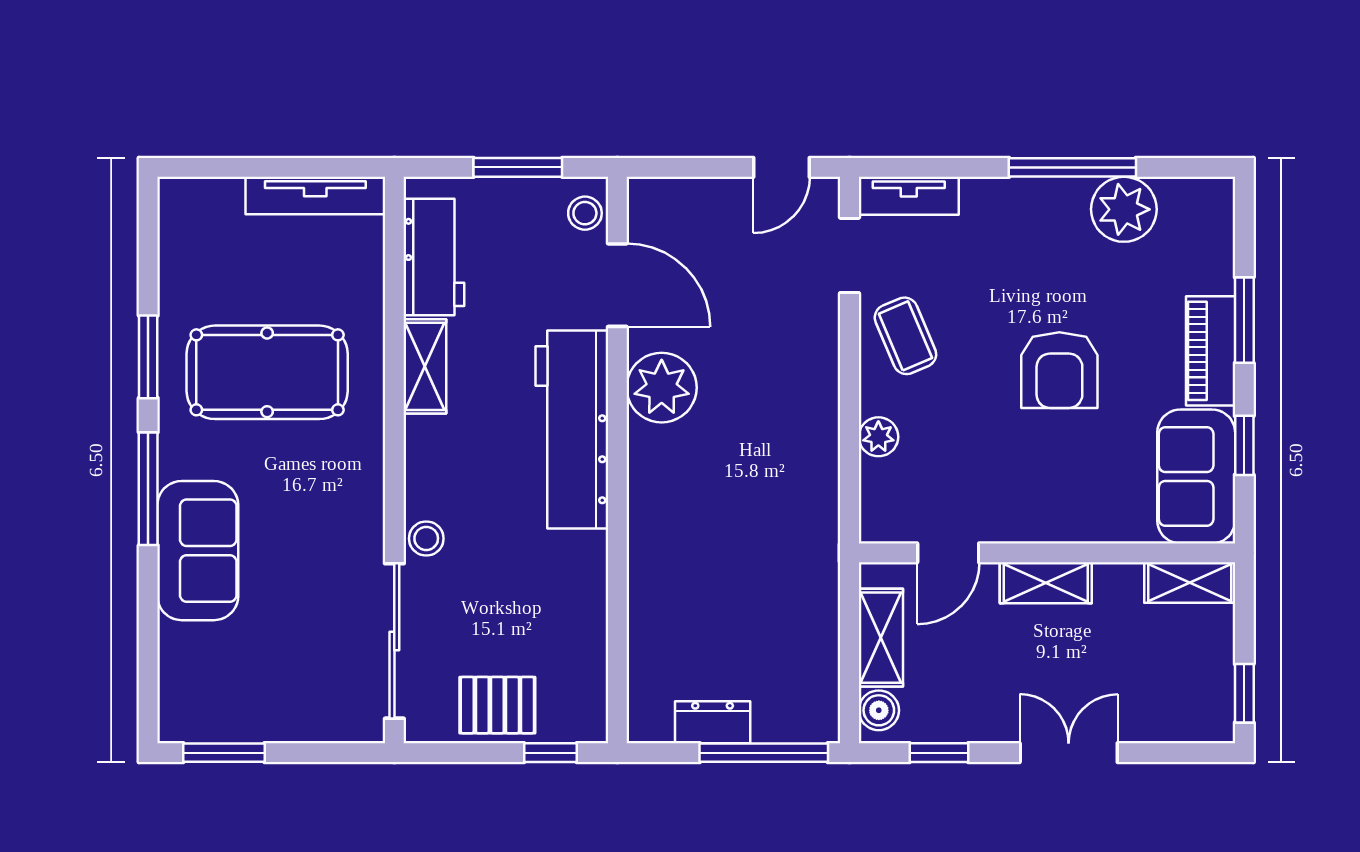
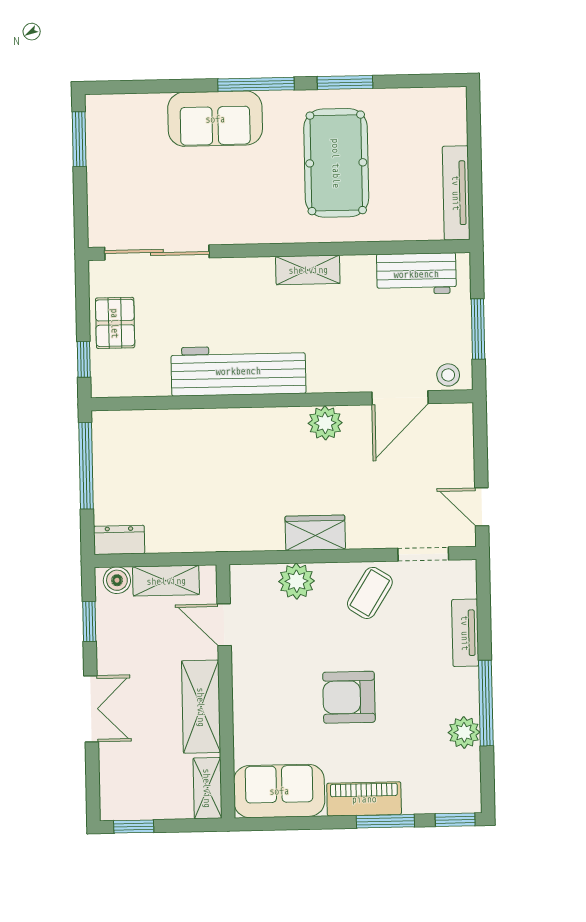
tv unit: (909, 196) -> (465, 633), moved
plant: (1124, 209) -> (464, 732), width x0.73, depth x0.73
coffee table: (905, 336) -> (370, 593), turned -35
shelving: (425, 366) -> (308, 270), moved
plant: (662, 388) -> (325, 423), width x0.73, depth x0.73
wardrobe: (815, 415) -> (315, 533), added
workbench: (572, 430) -> (238, 371), moved
plant: (878, 437) -> (297, 581), width x1.38, depth x1.38
window: (1244, 445) -> (455, 820), moved
stool: (426, 538) -> (226, 273), removed
shelving: (1046, 583) -> (201, 707), width x1.50, depth x1.33
dresser: (713, 722) -> (119, 540), moved, turned -90
window: (764, 753) -> (86, 466), moved

